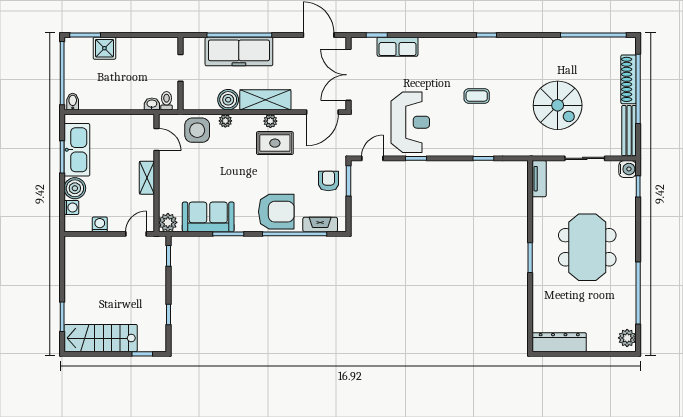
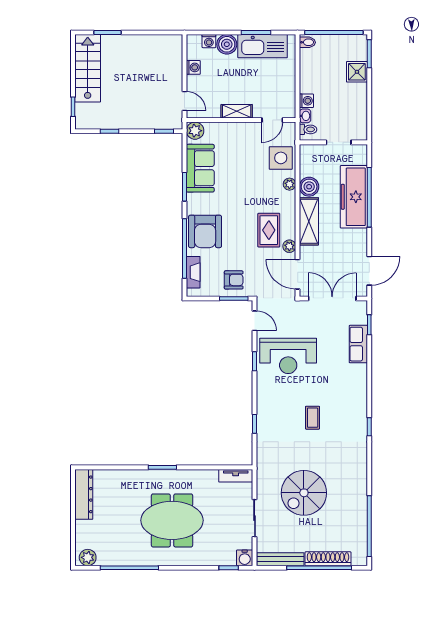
washing machine: (136, 103) -> (306, 101), added
plant: (270, 121) -> (289, 246), moved

